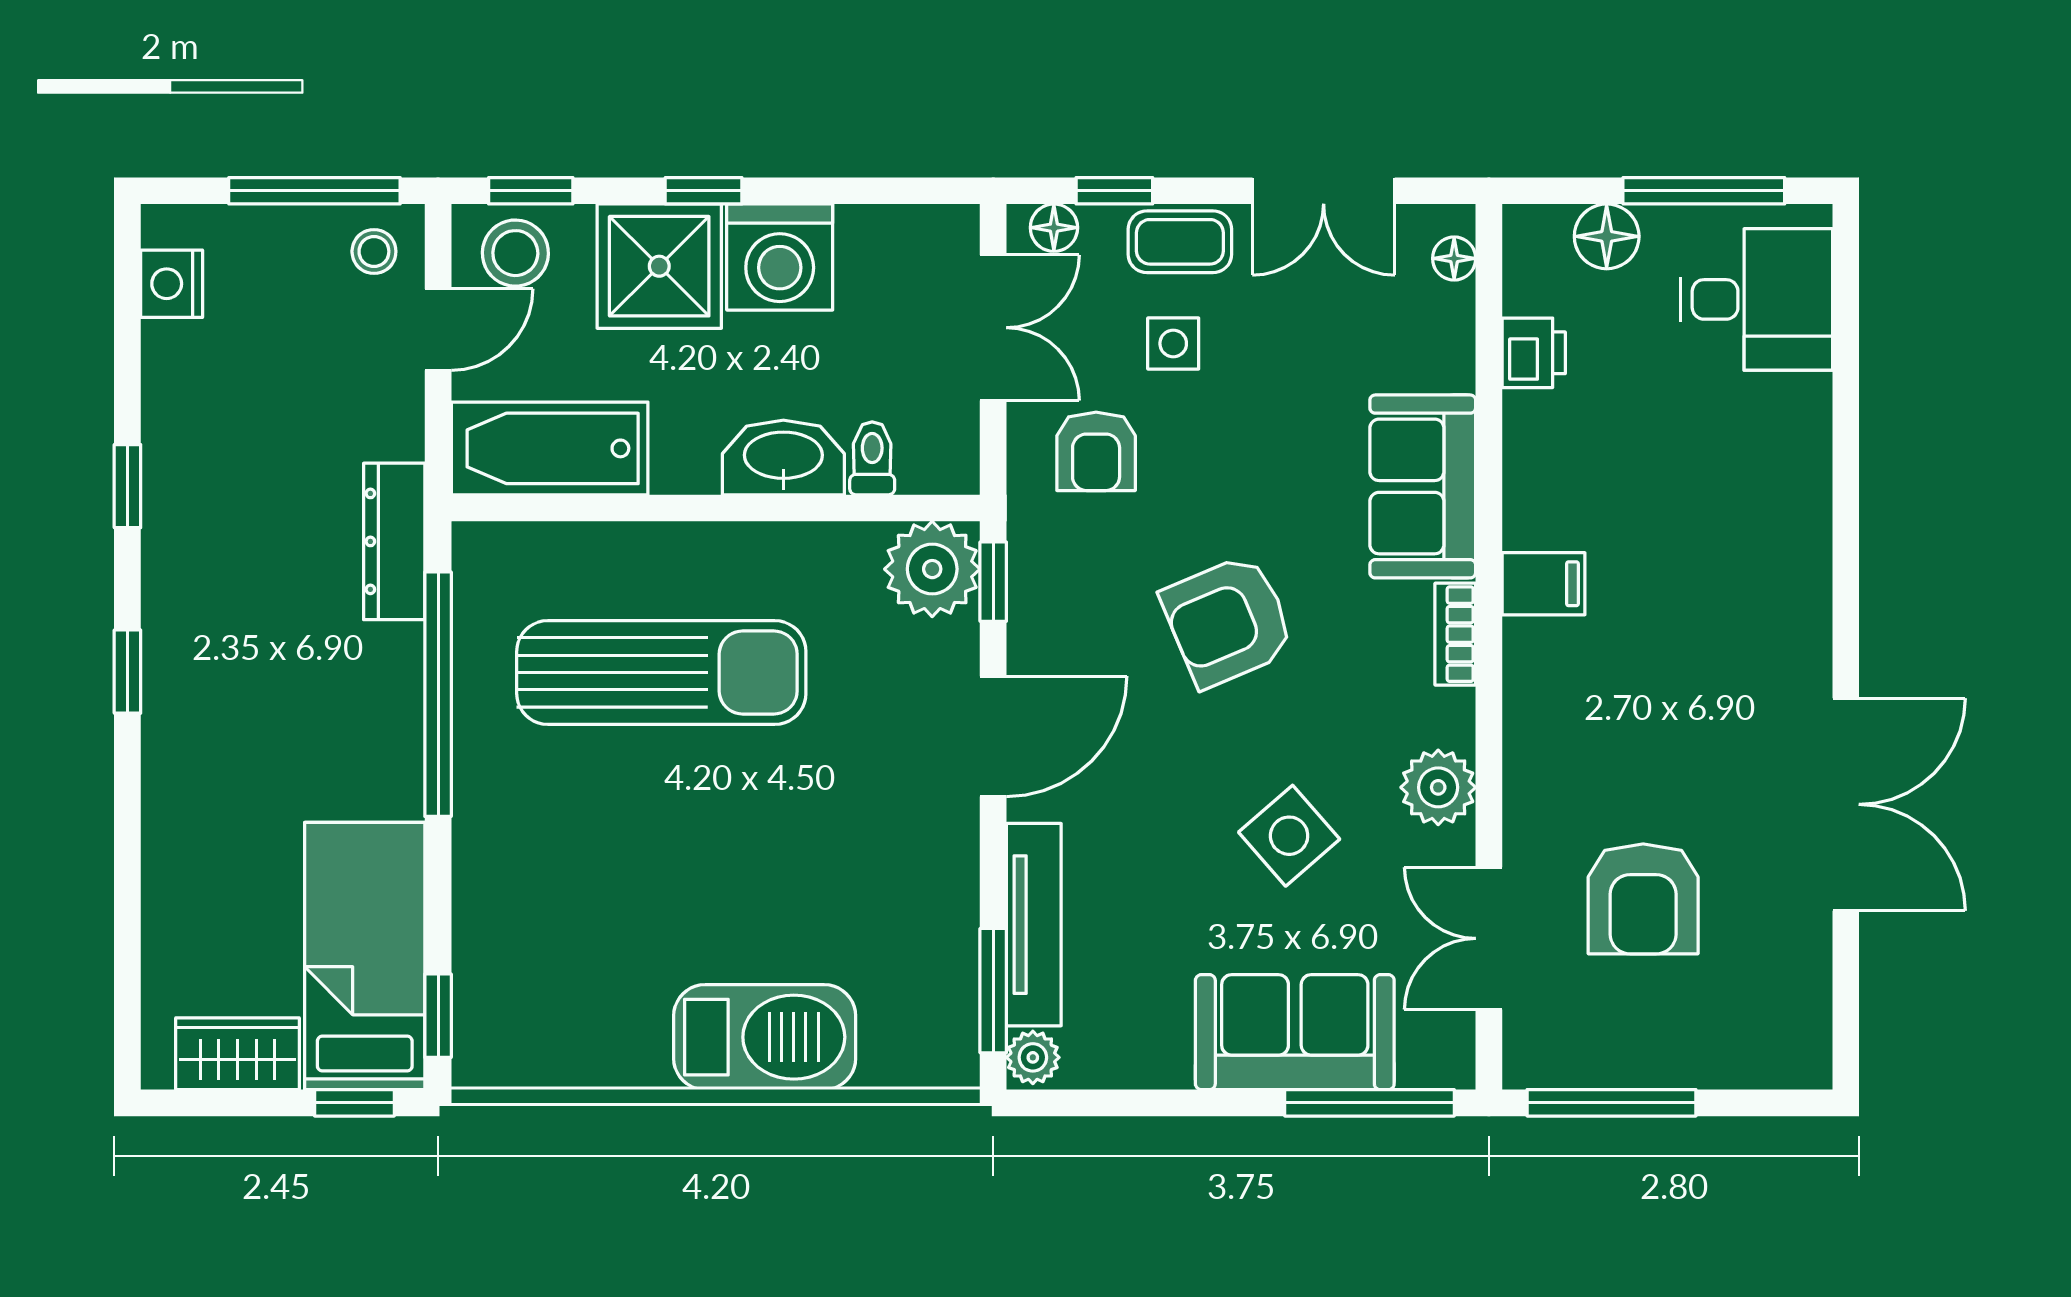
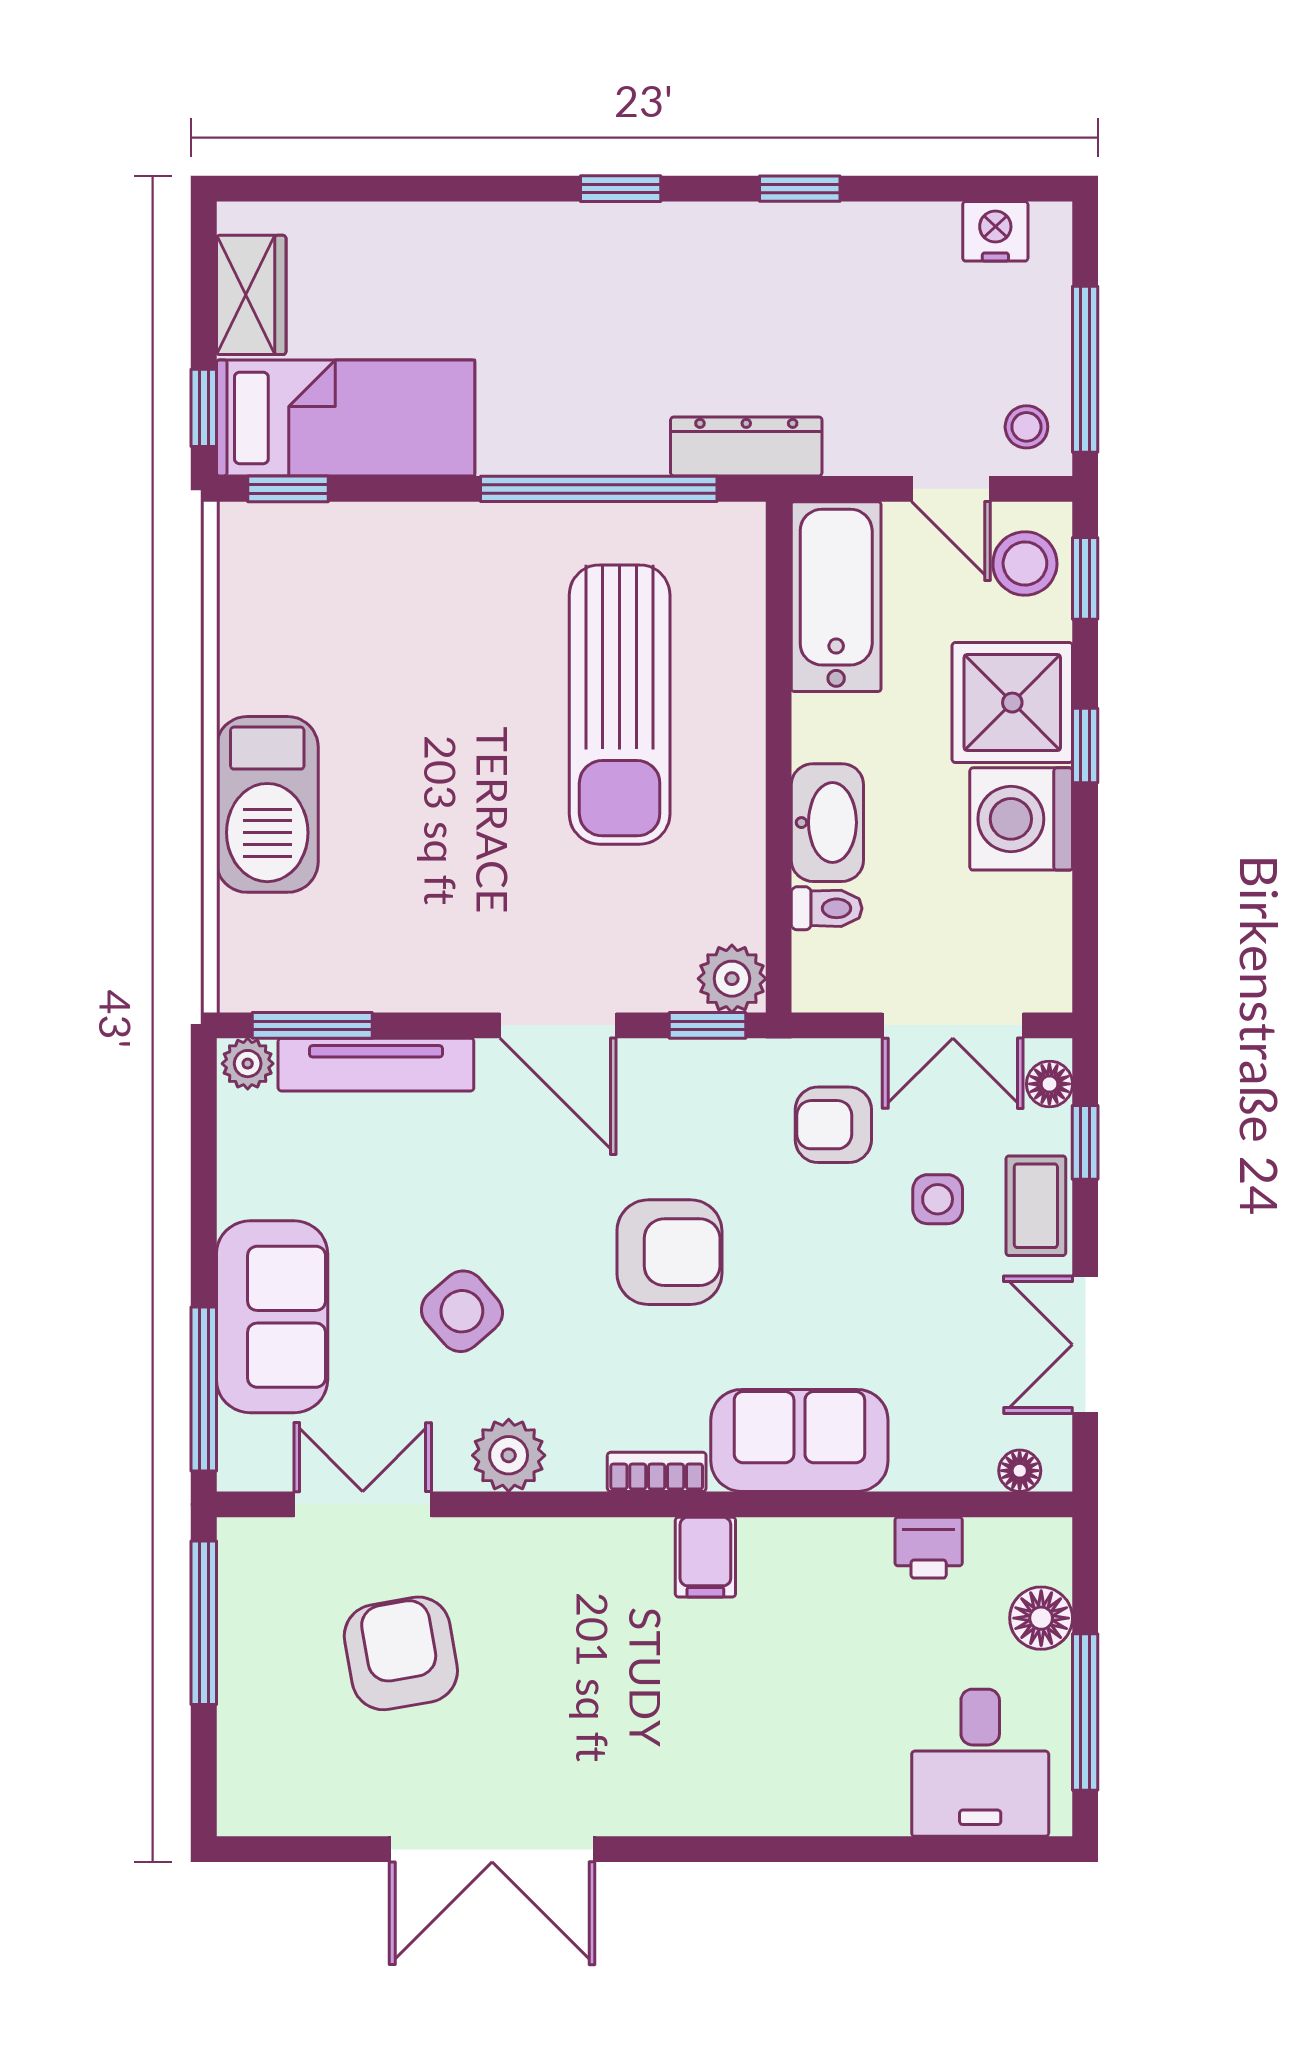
plant: (932, 569) -> (732, 979), width x0.73, depth x0.73
armchair: (1228, 621) -> (669, 1252), turned 113
armchair: (1643, 899) -> (401, 1653), turned 80

